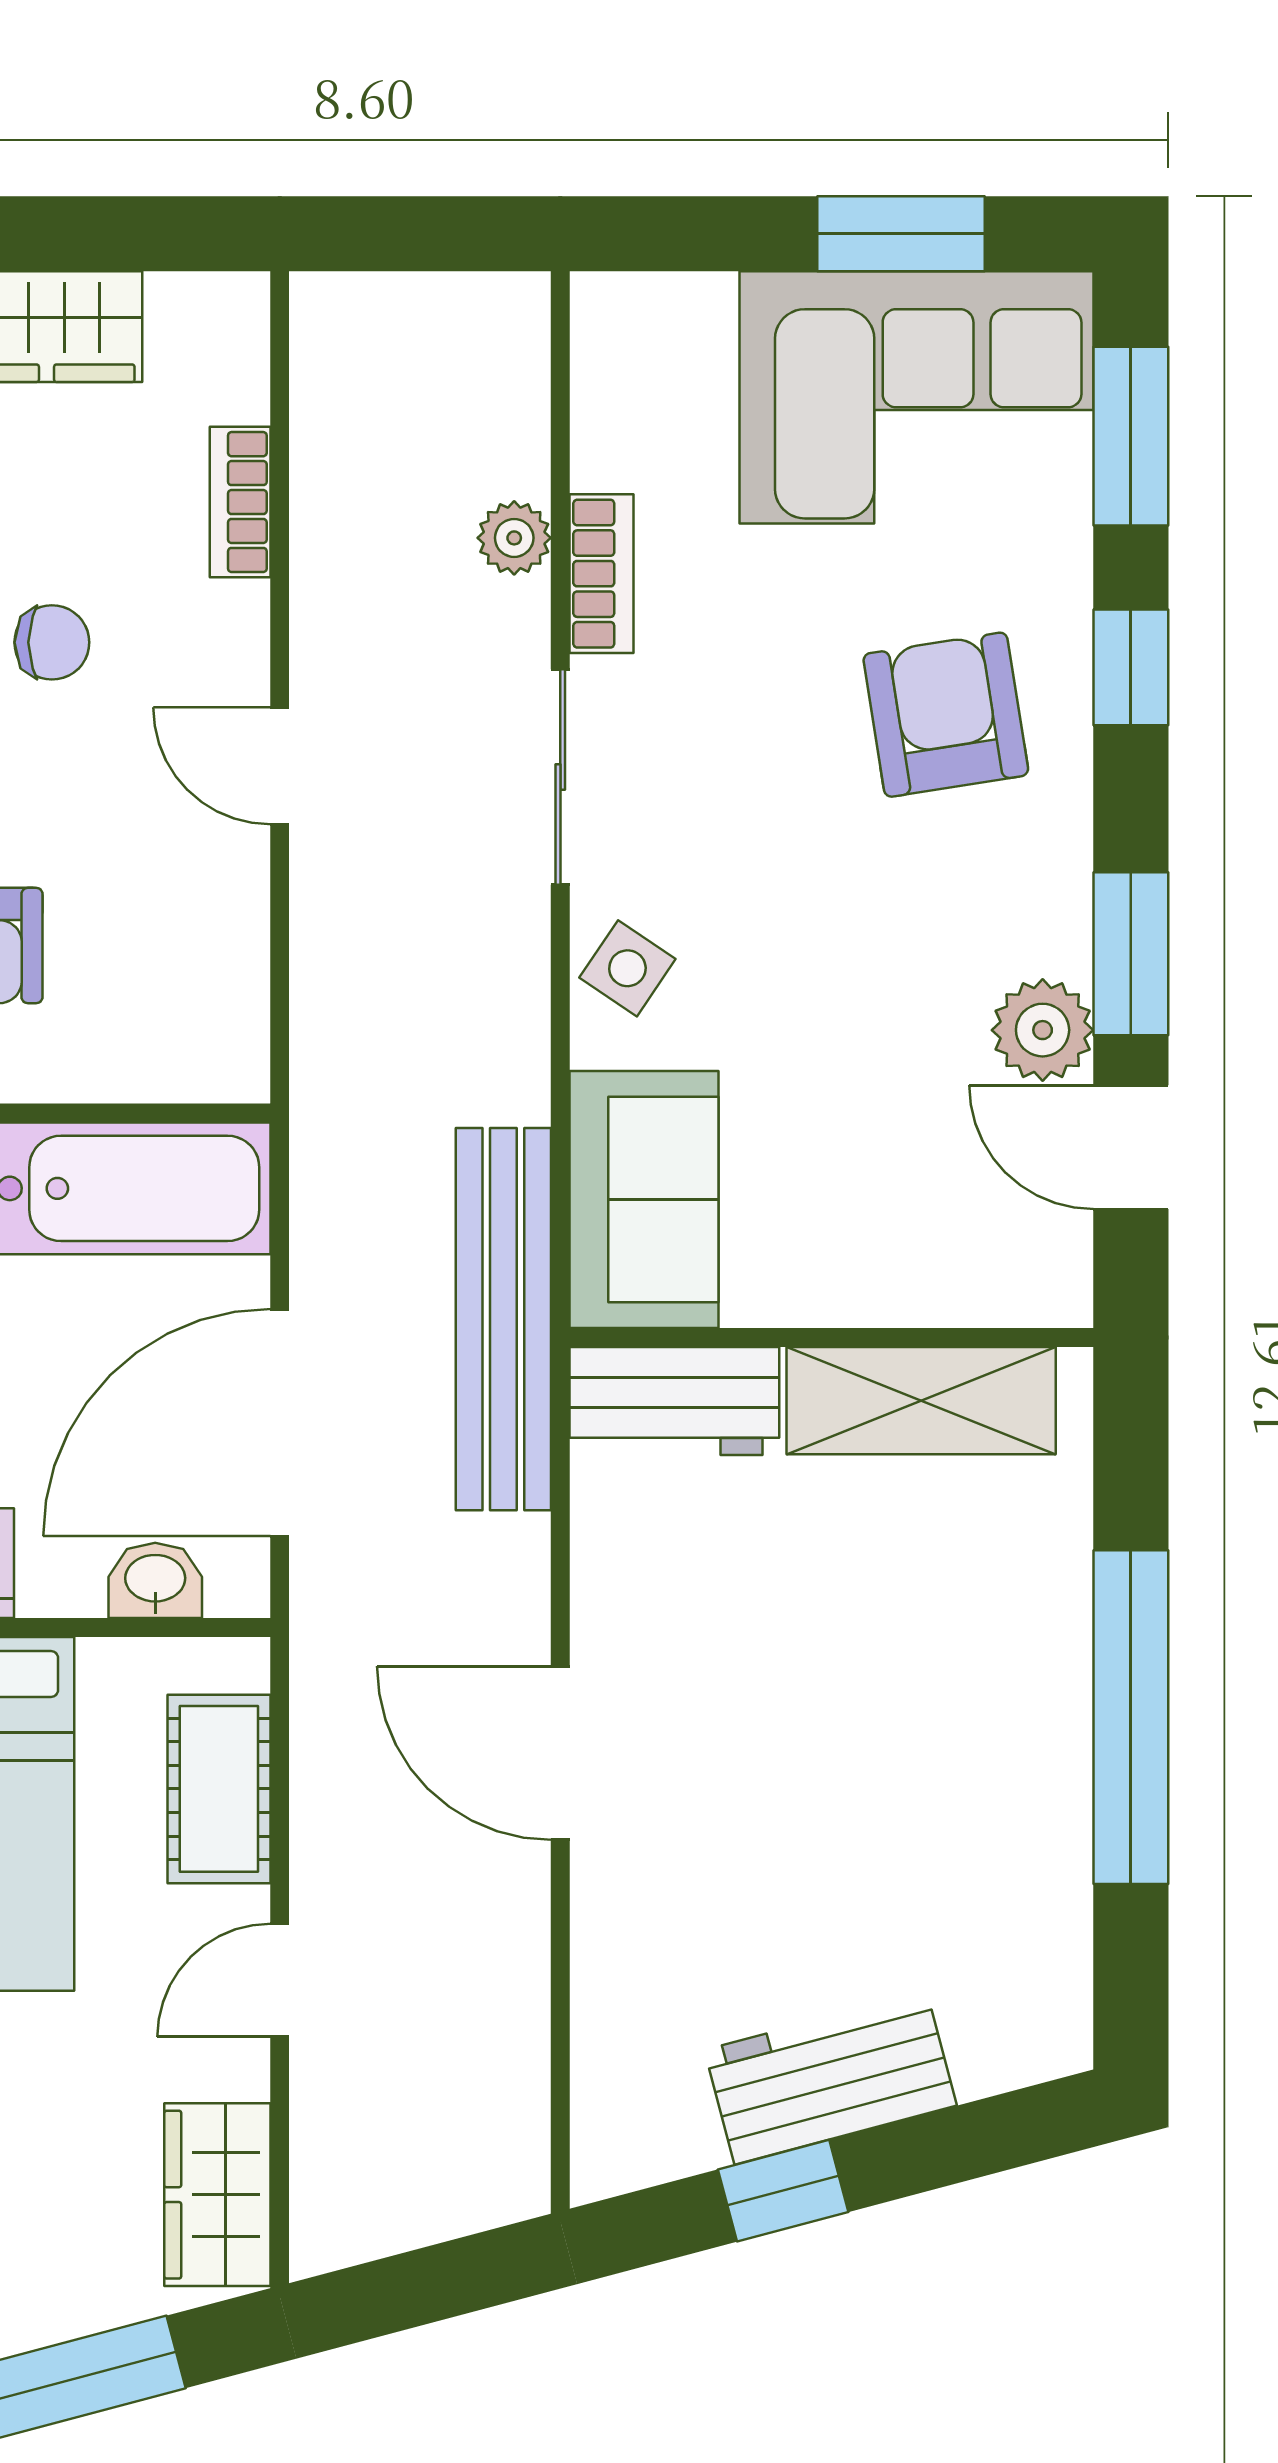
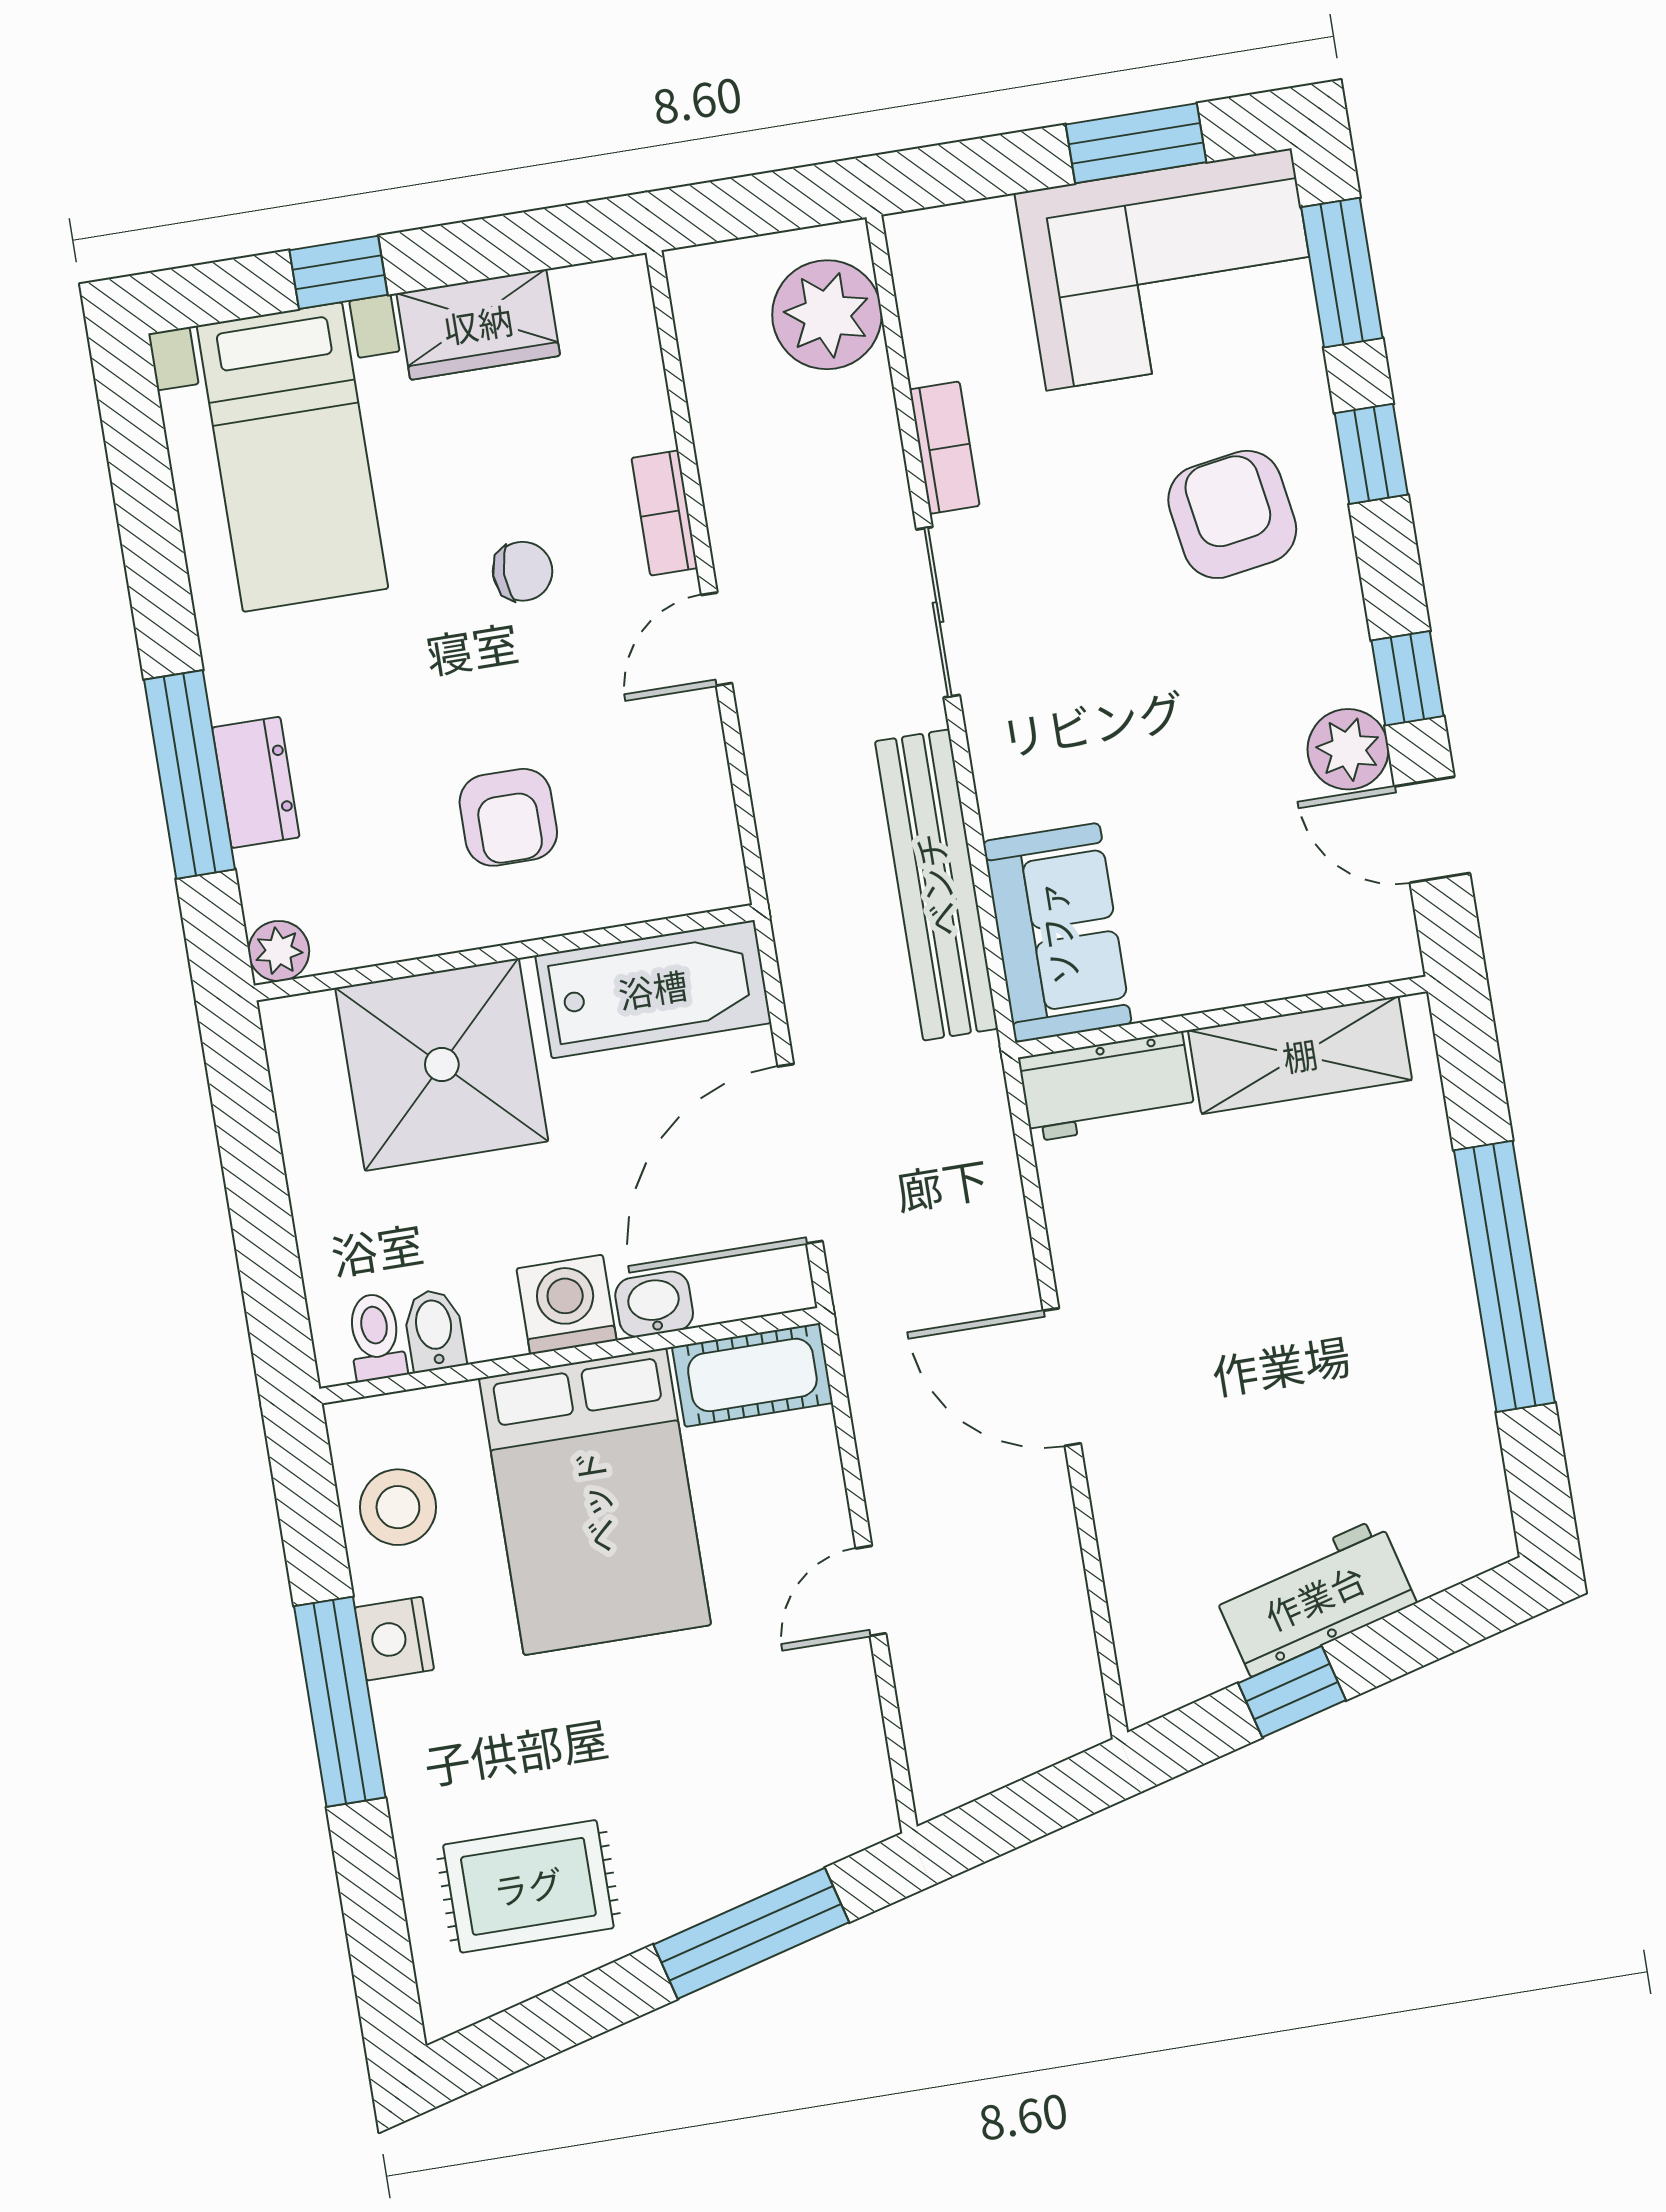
bookcase: (240, 502) -> (665, 513), moved
plant: (514, 538) -> (827, 315), moved, width x1.87, depth x1.87
door: (280, 766) -> (717, 639), hinge flipped
window: (1131, 954) -> (1408, 678), width x0.67
side table: (627, 968) -> (1015, 754), removed
bench: (503, 1319) -> (936, 885), moved
washbasin: (155, 1580) -> (654, 1304), moved
cot: (219, 1789) -> (752, 1375), moved, turned 90
wardrobe: (217, 2195) -> (849, 1767), removed

